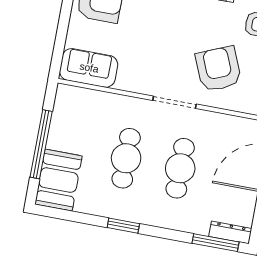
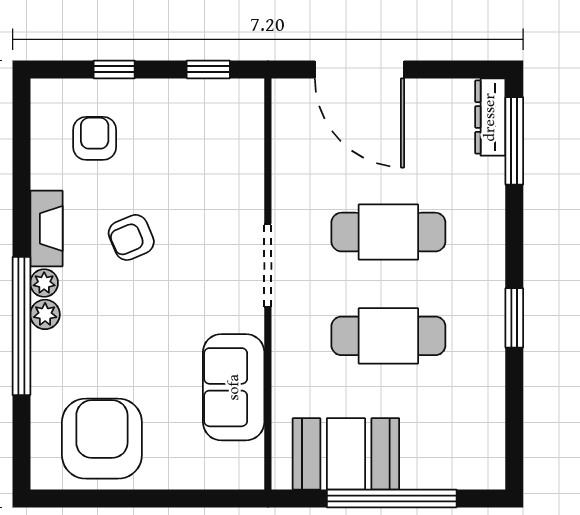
sofa: (89, 68) -> (234, 387), moved
armchair: (218, 69) -> (131, 237), moved, width x0.53, depth x0.53
booth: (59, 180) -> (346, 454), moved

